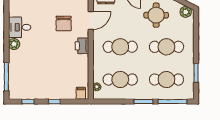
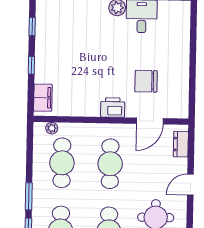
door: (91, 20) -> (150, 121), hinge flipped
filing cabinet: (81, 93) -> (43, 98), width x2.00

